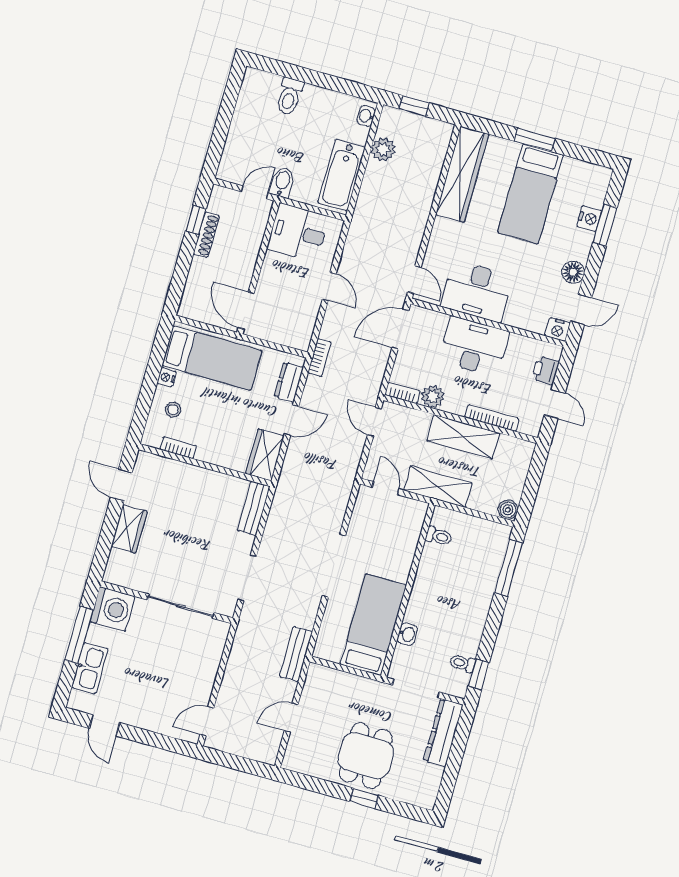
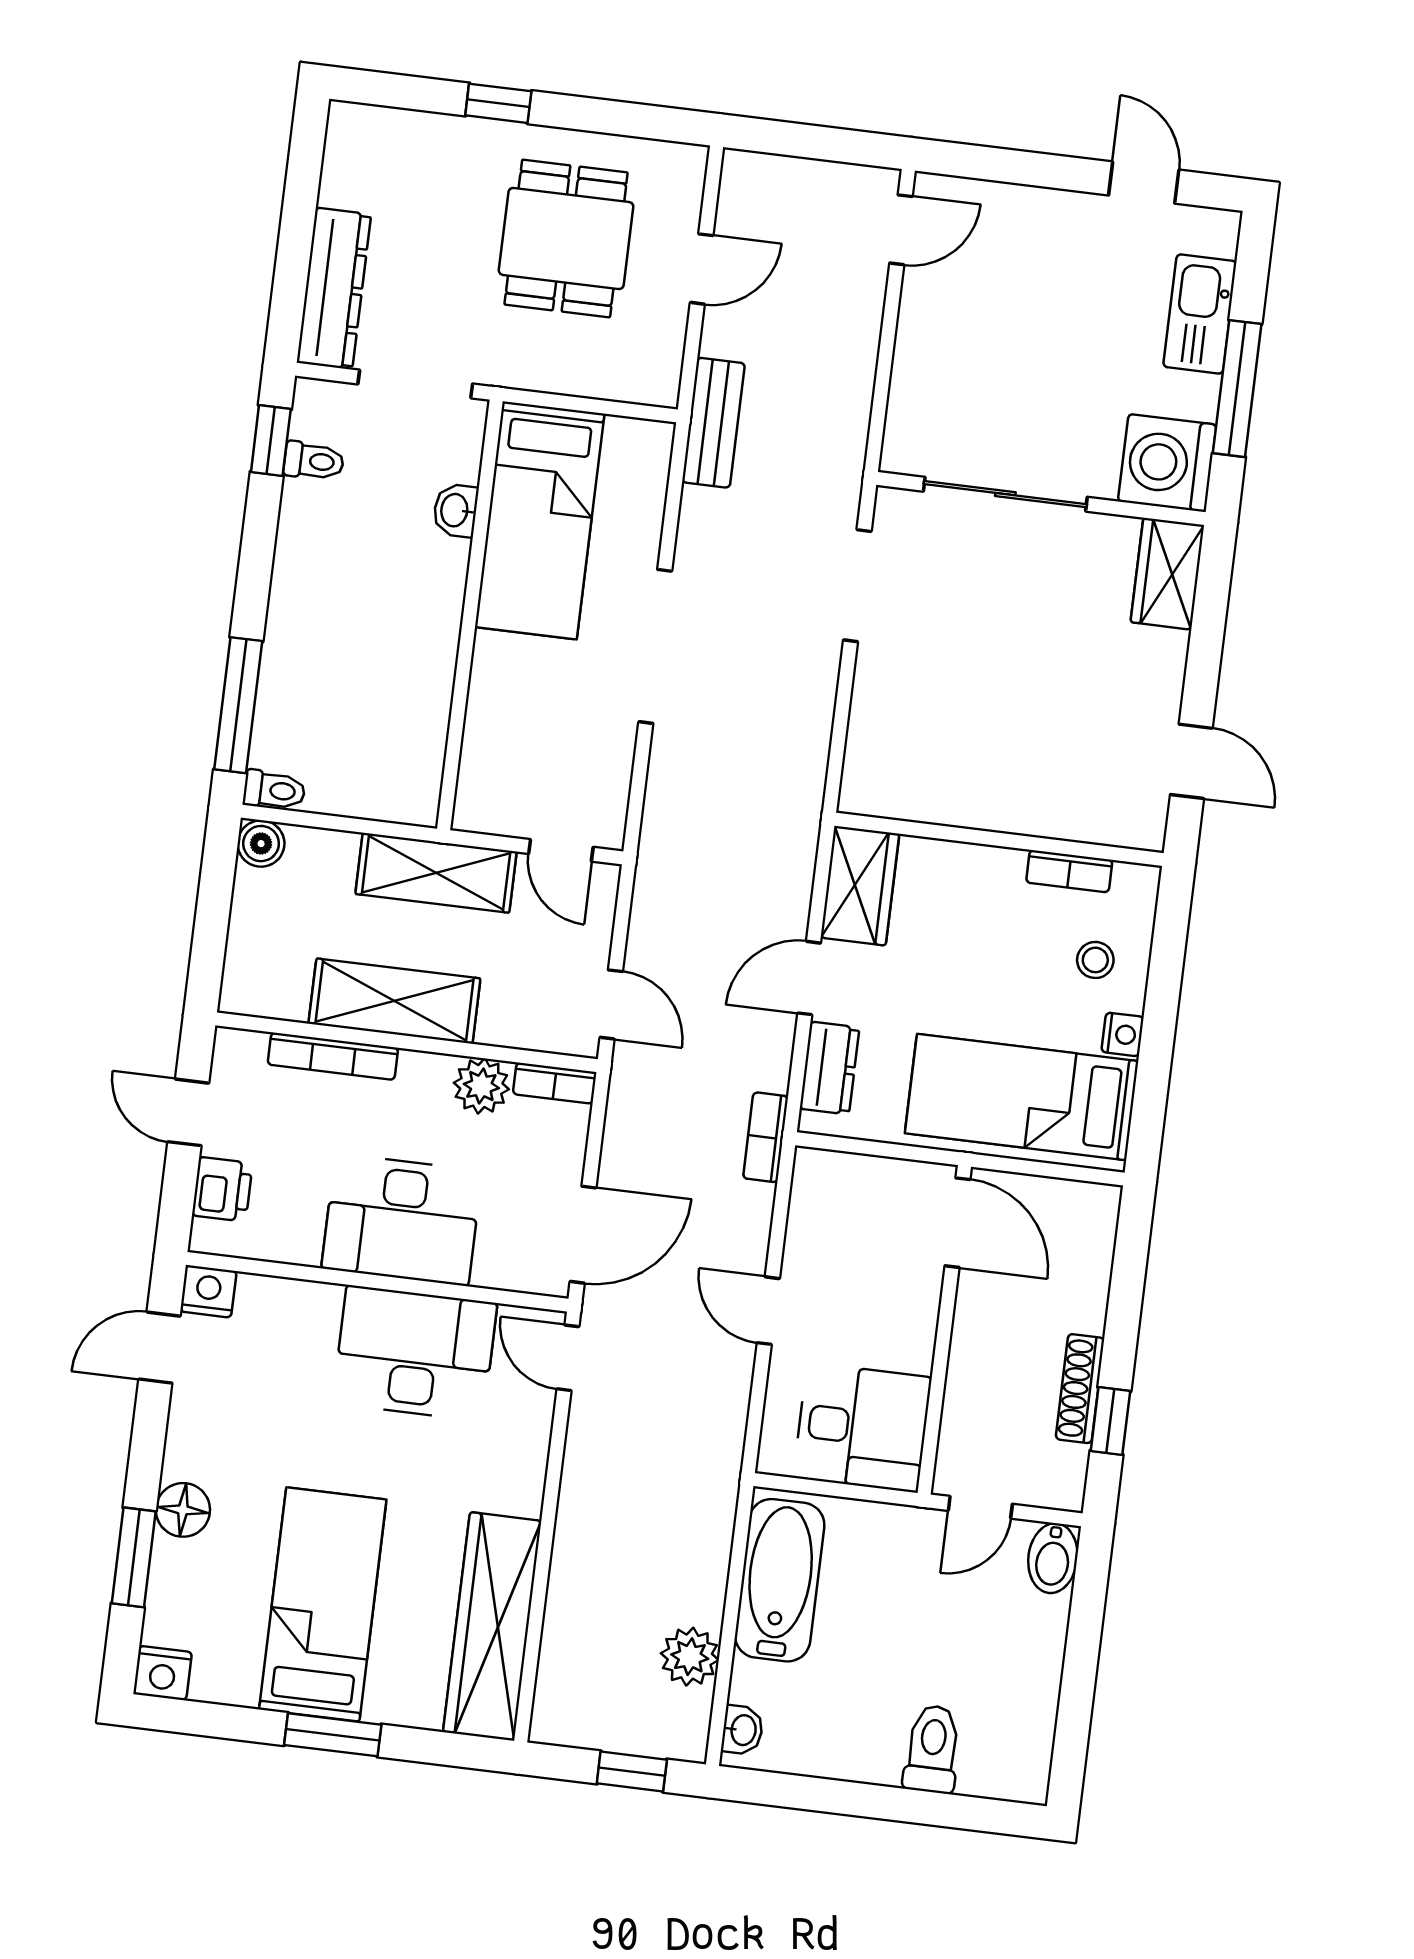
bidet: (282, 182) -> (1053, 1558), moved
nightstand: (589, 219) -> (163, 1673), moved, turned -90
floor lamp: (573, 272) -> (183, 1510), moved
bench: (254, 508) -> (867, 754), removed
wardrobe: (129, 529) -> (1167, 574), moved
toilet: (439, 536) -> (274, 790), moved, turned 180
dining table: (366, 756) -> (566, 238), moved

